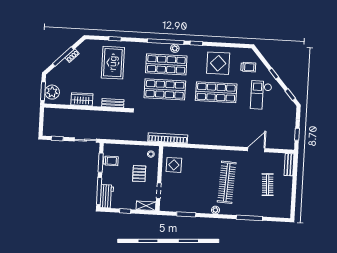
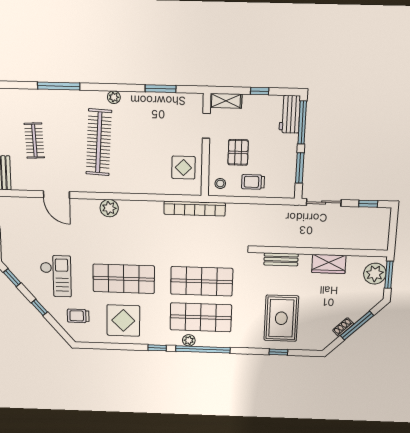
plant: (223, 140) -> (109, 208), added
door: (256, 150) -> (56, 195), hinge flipped
trolley: (111, 161) -> (253, 182), moved

